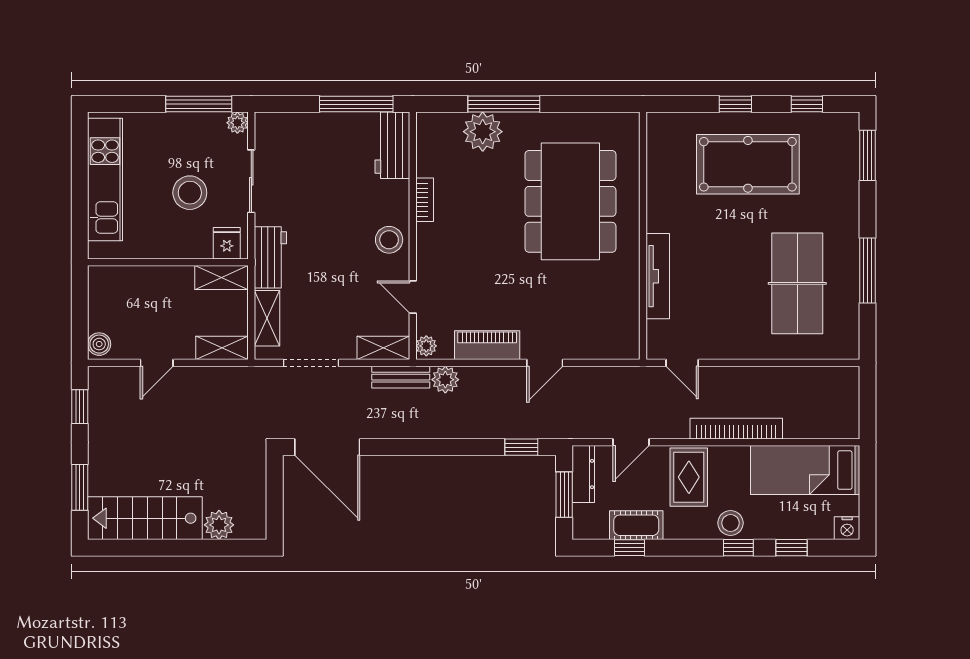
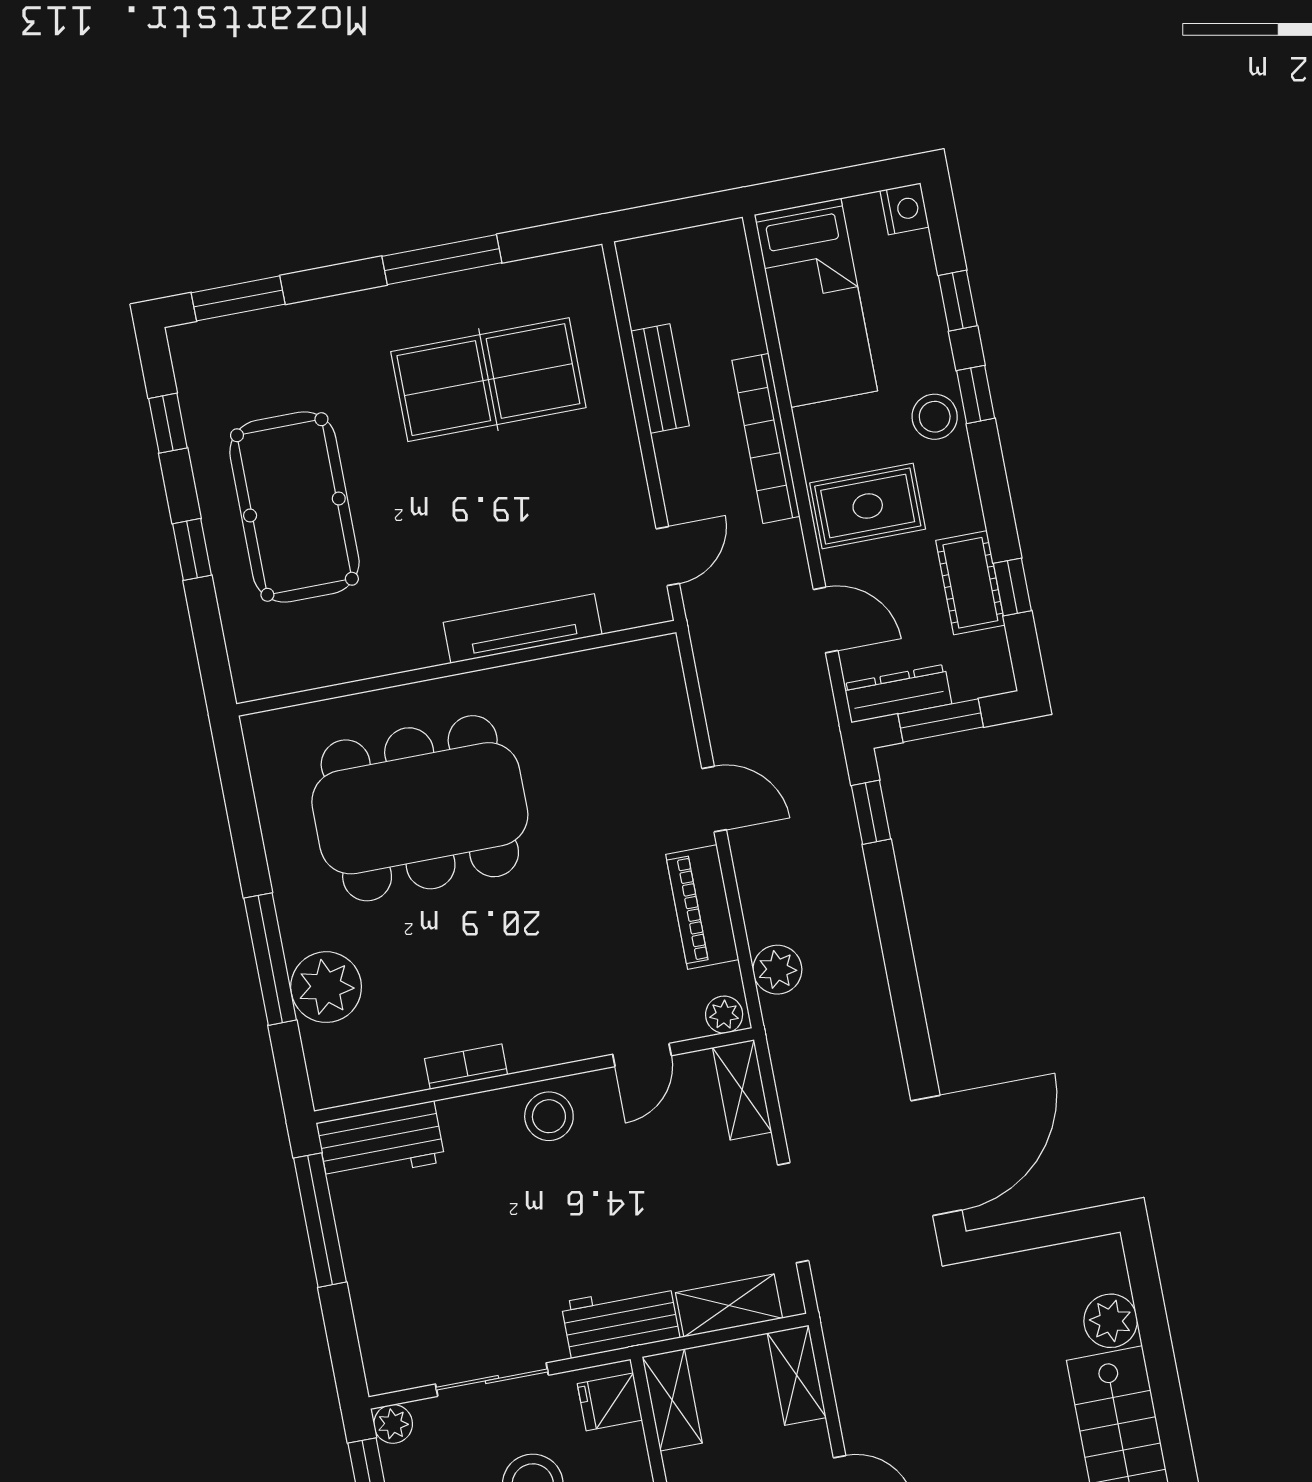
bench: (401, 377) -> (660, 379), moved

